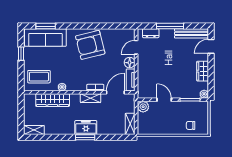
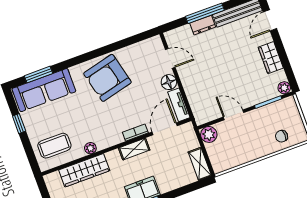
dresser: (151, 33) -> (203, 25), moved
door: (136, 47) -> (170, 58), swing flipped

